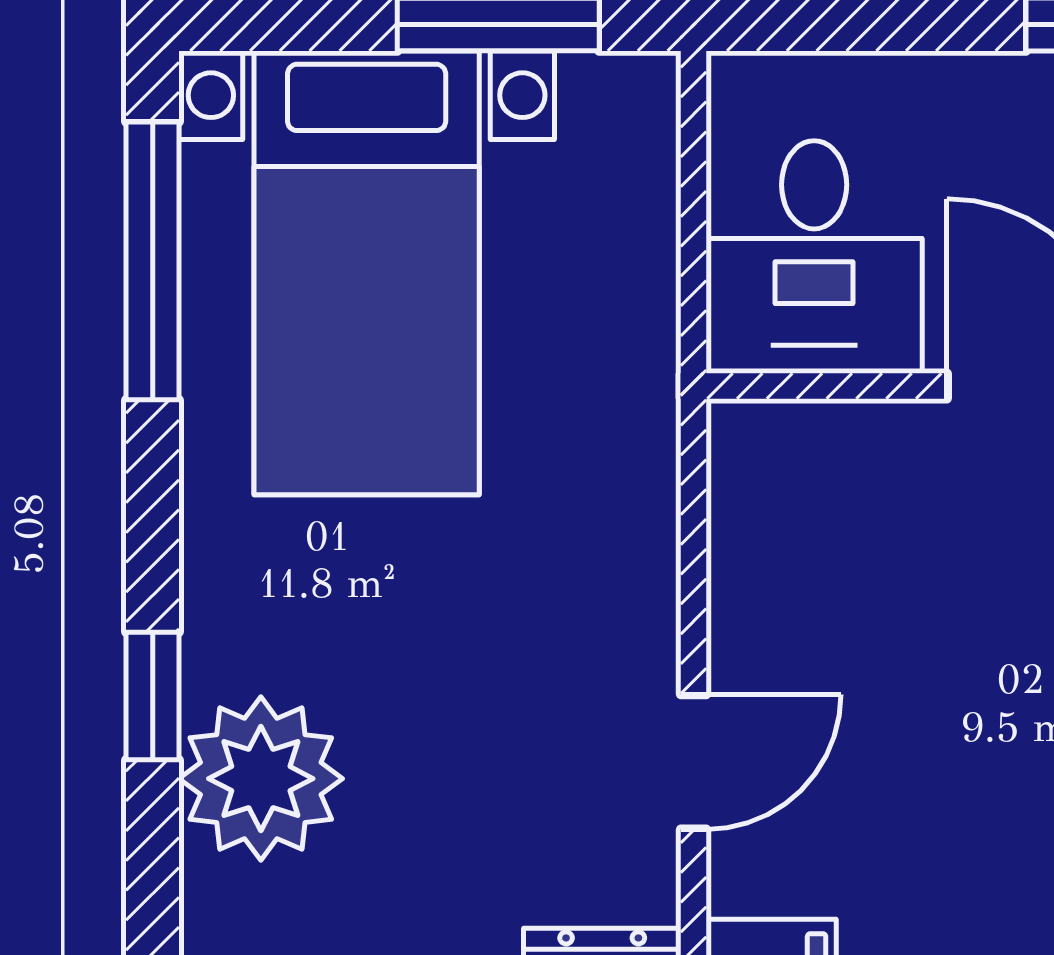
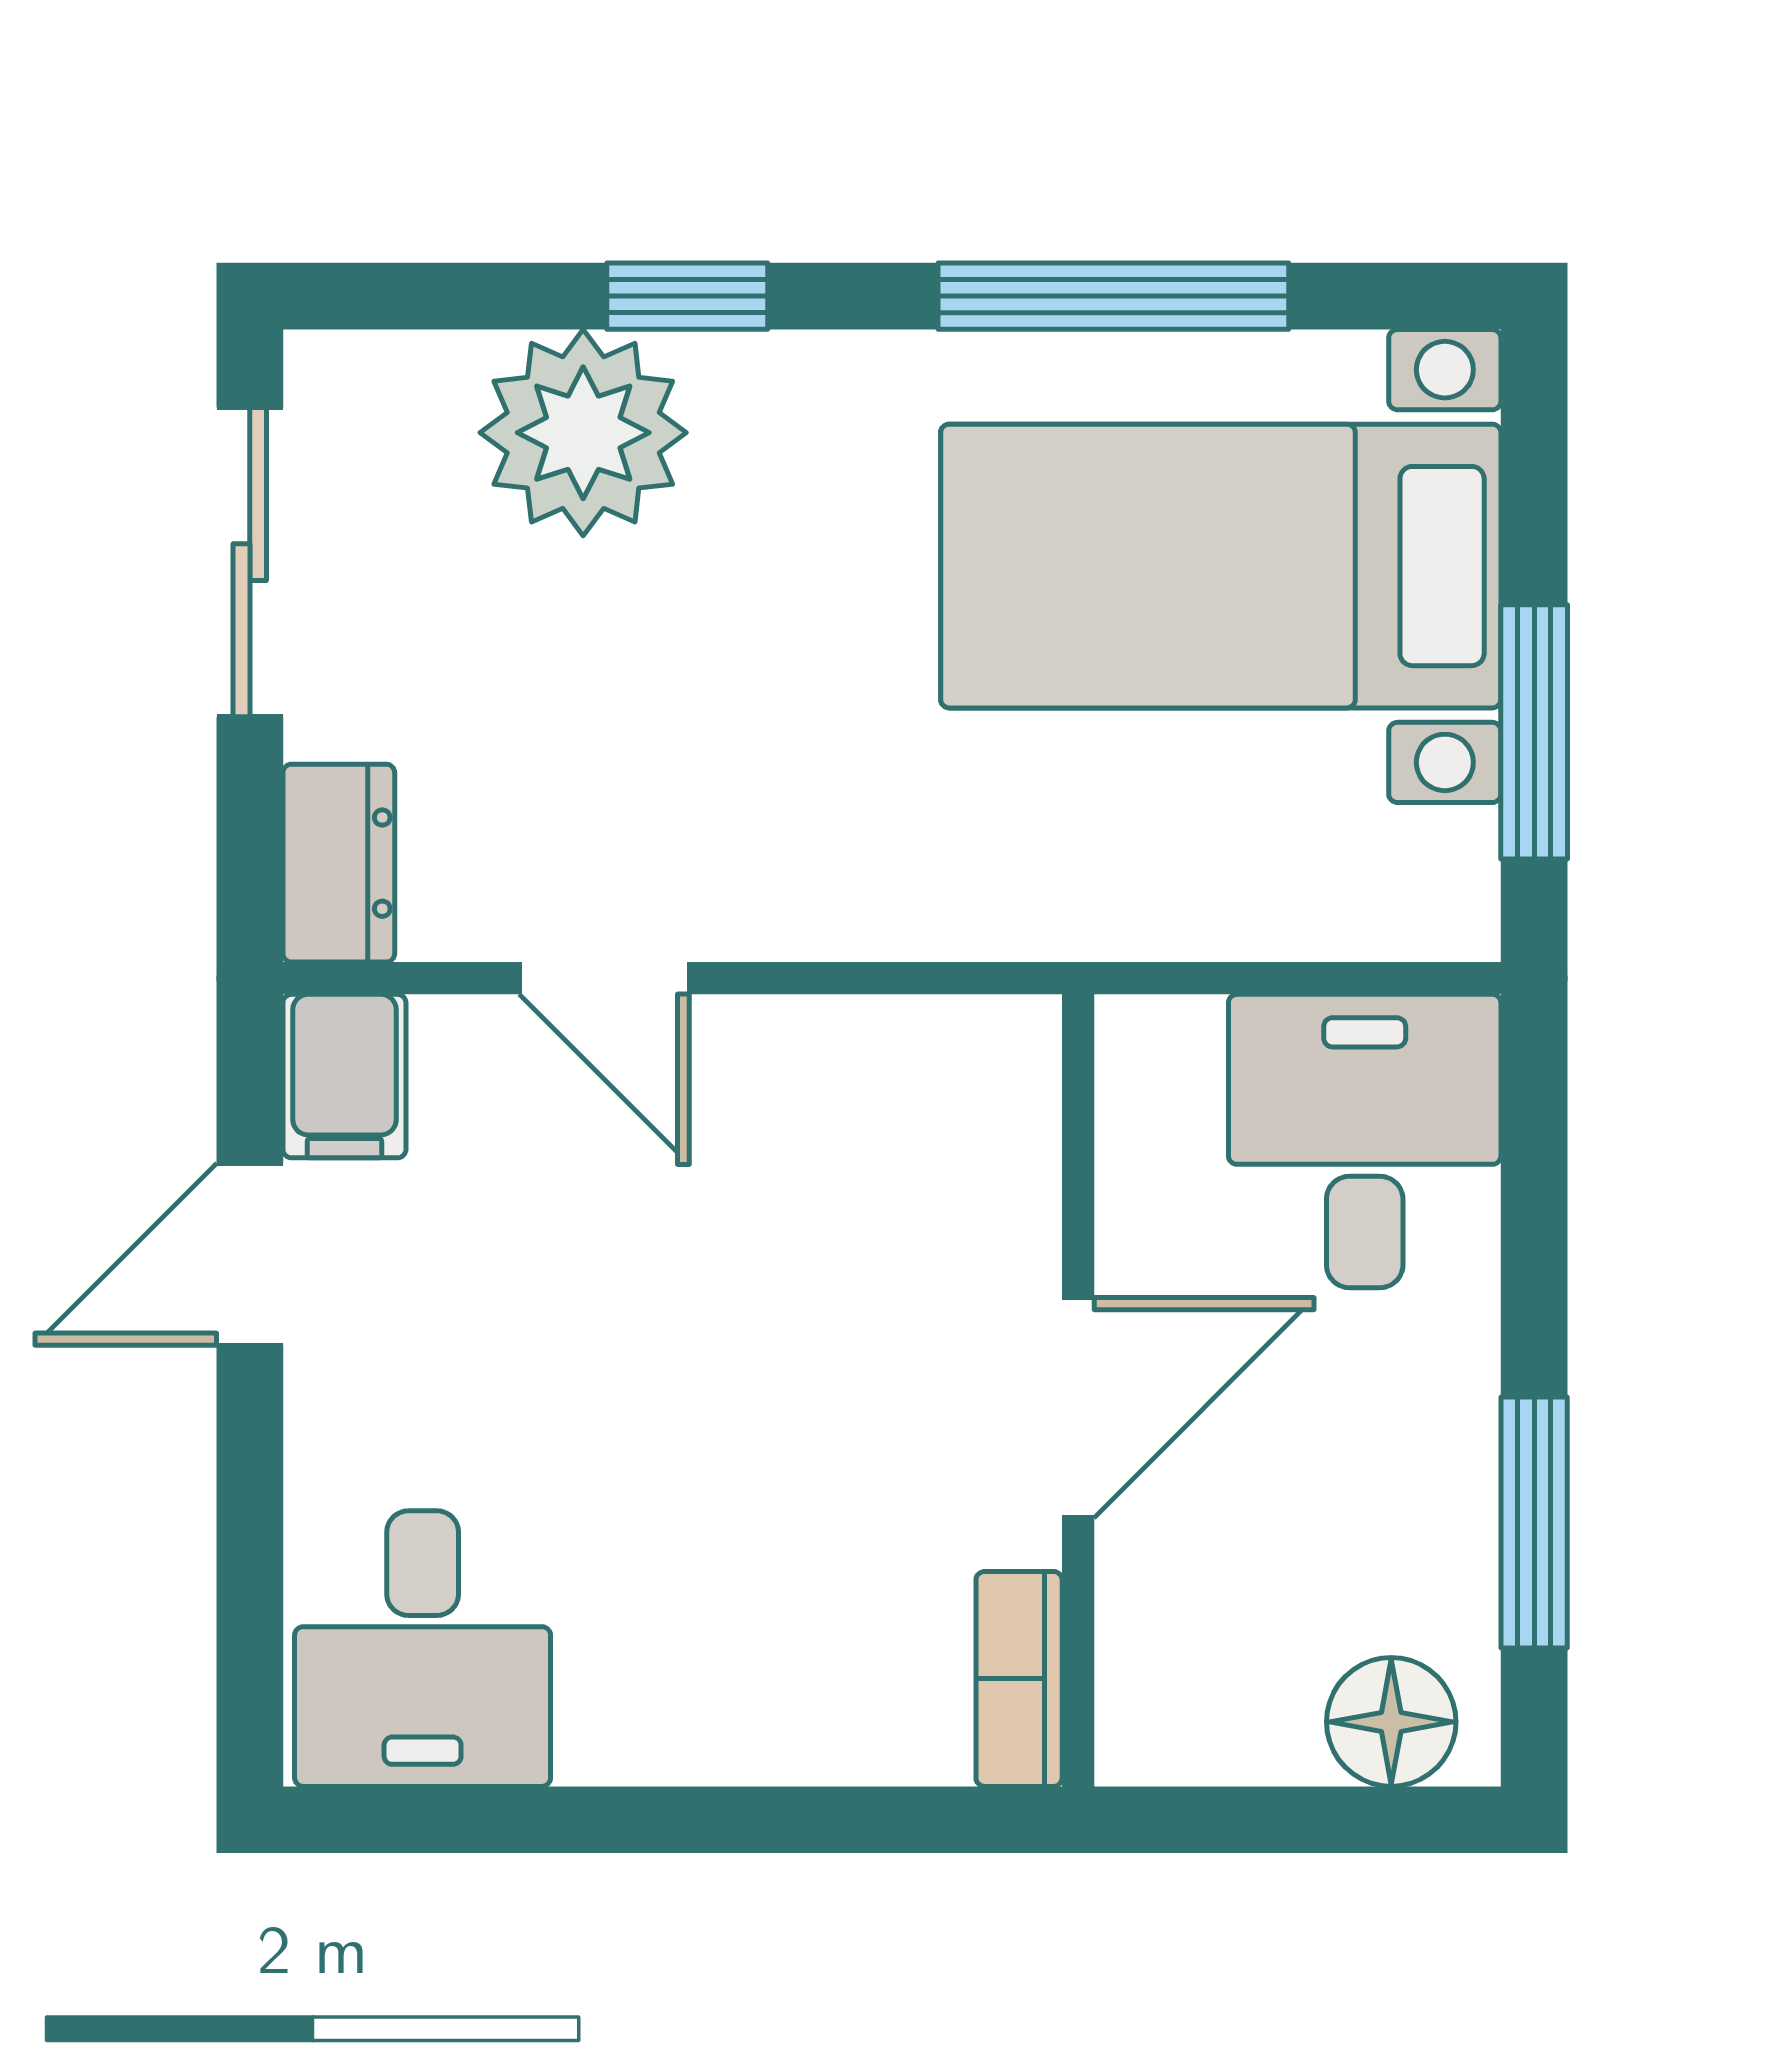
desk: (814, 257) -> (1365, 1141), moved, turned 90
window: (153, 261) -> (1113, 296), moved

